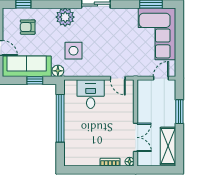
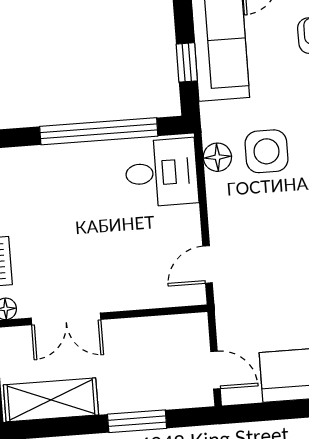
floor lamp: (58, 71) -> (217, 157), moved
desk: (91, 94) -> (161, 173), moved

